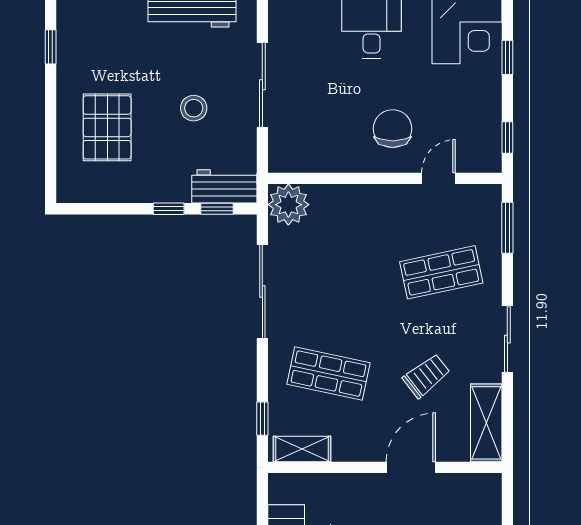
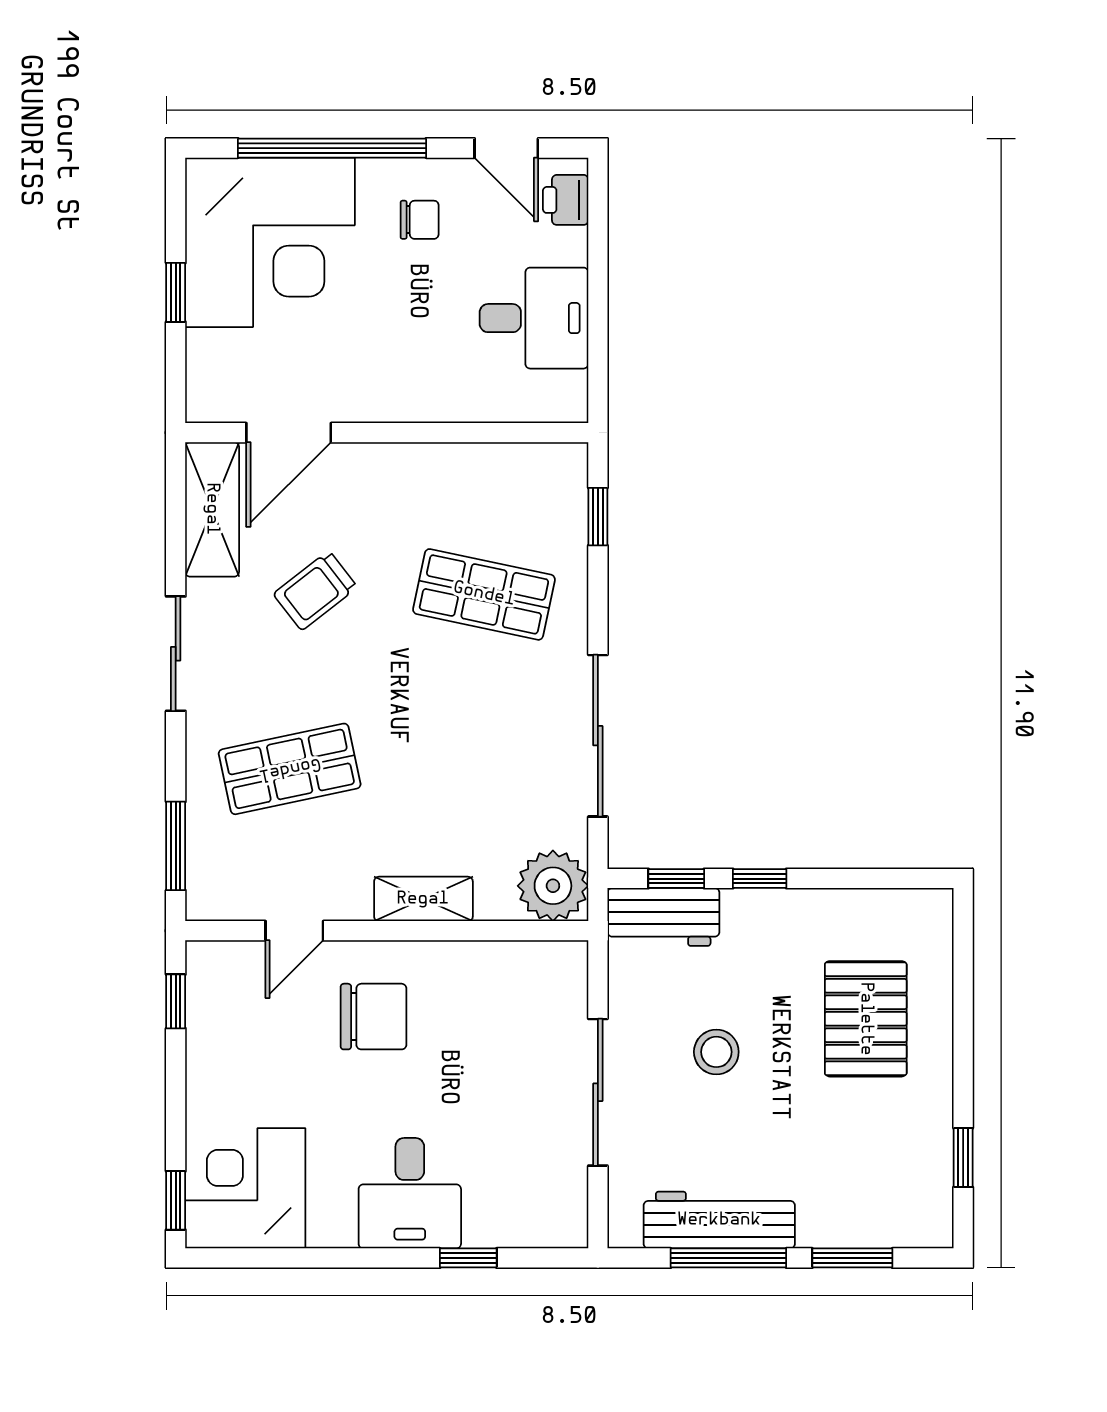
window: (507, 57) -> (176, 1200), moved
chair: (393, 129) -> (374, 1017), turned -90
shelving: (302, 449) -> (423, 899), moved
door: (411, 467) -> (289, 433), moved

